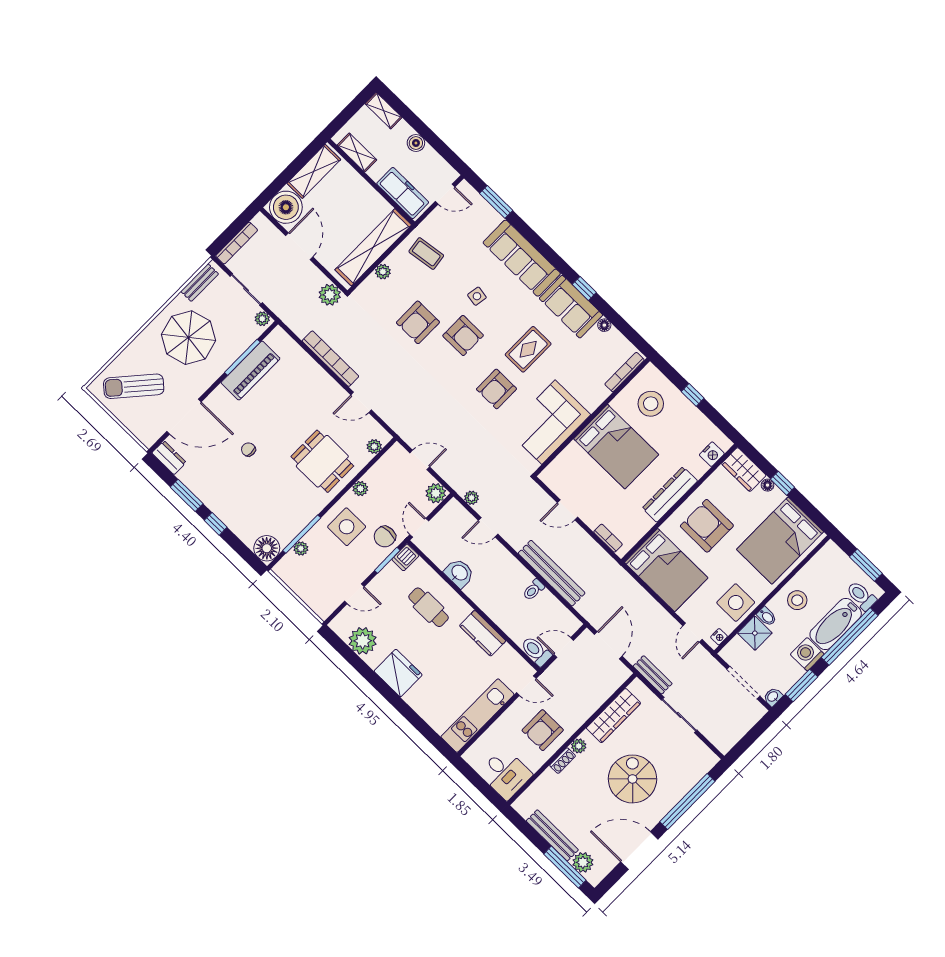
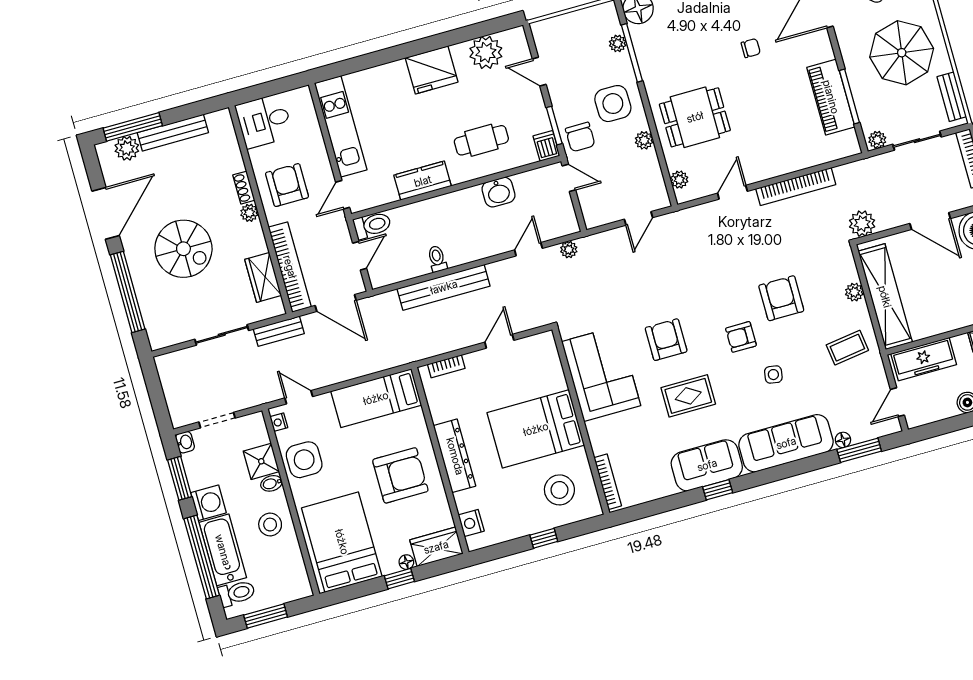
floor lamp: (604, 325) -> (843, 440), moved
armchair: (463, 336) -> (741, 337), width x0.72, depth x0.72
rug: (528, 349) -> (688, 396), turned 90
plant: (436, 493) -> (595, 215), removed
chair: (385, 537) -> (580, 137), turned 180
bed: (666, 570) -> (376, 398), width x0.67
door: (354, 594) -> (539, 72), hinge flipped
doorway: (743, 683) -> (217, 420), width x0.73
bookcase: (601, 694) -> (290, 267), added
wardrobe: (613, 716) -> (263, 277), width x0.67

